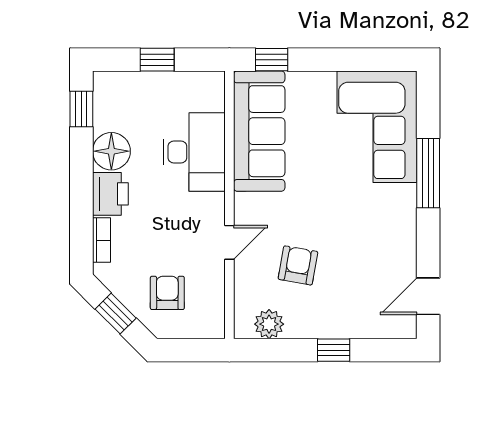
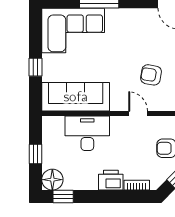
window: (272, 60) -> (35, 67), moved
floor lamp: (111, 151) -> (52, 180), moved

